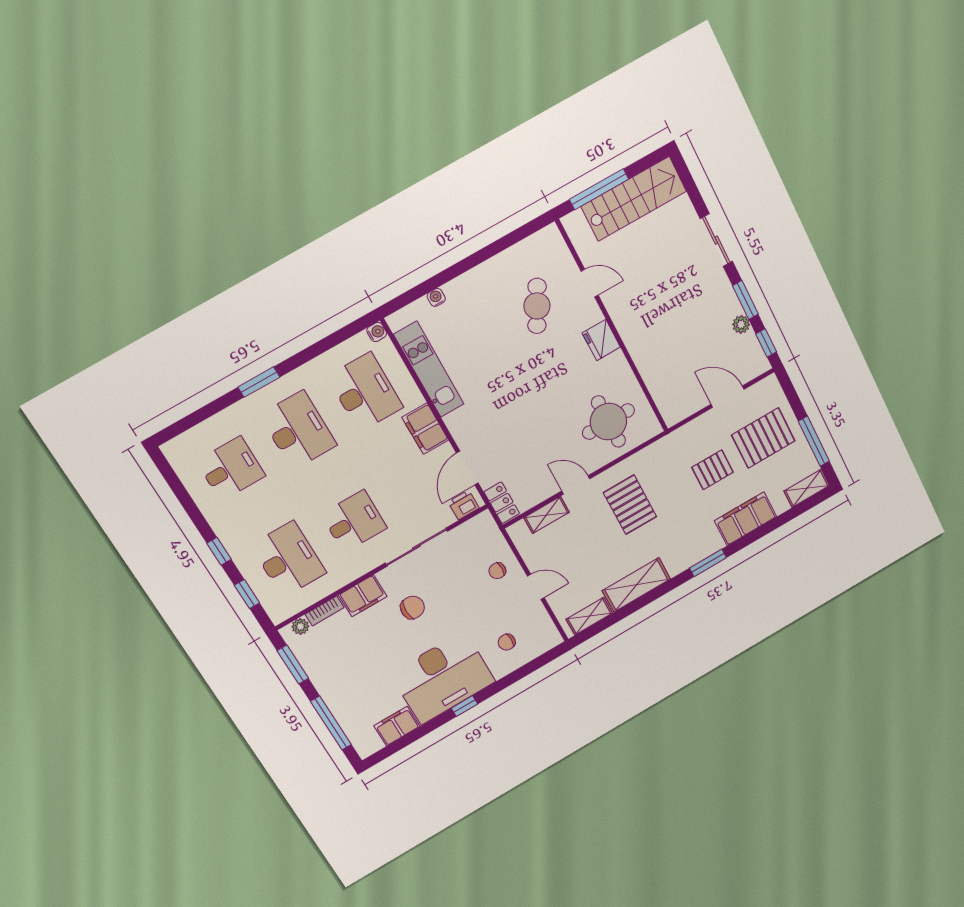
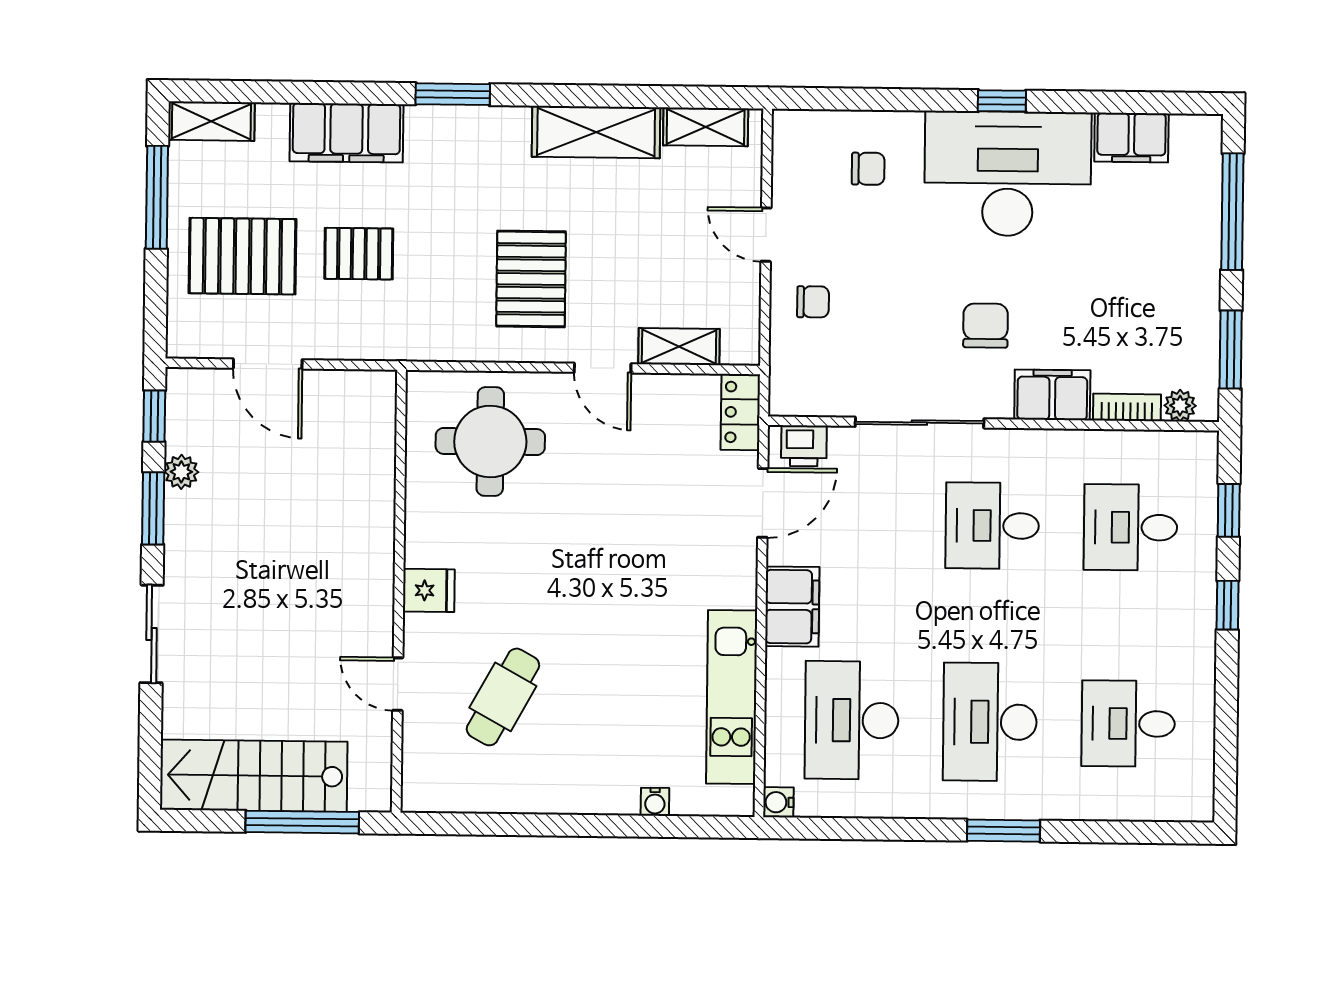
fridge: (601, 340) -> (429, 590), width x0.72
desk: (288, 559) -> (1131, 527), width x0.73
chair: (412, 607) -> (986, 326), turned 90

